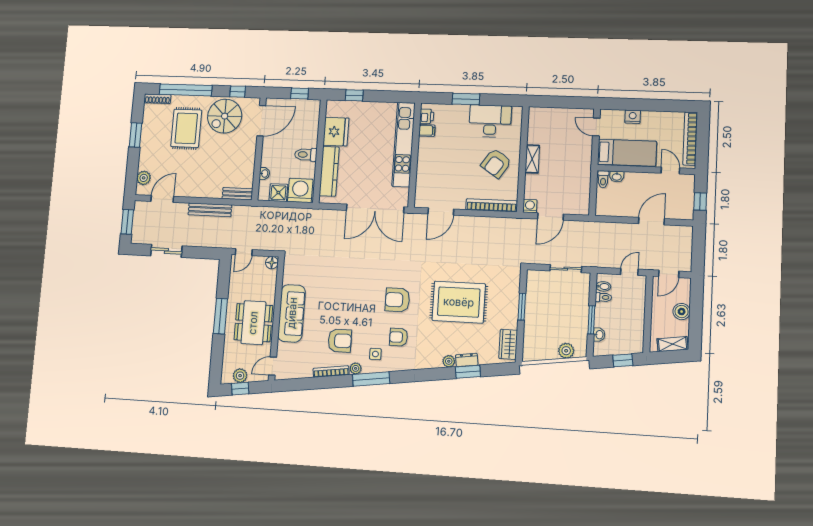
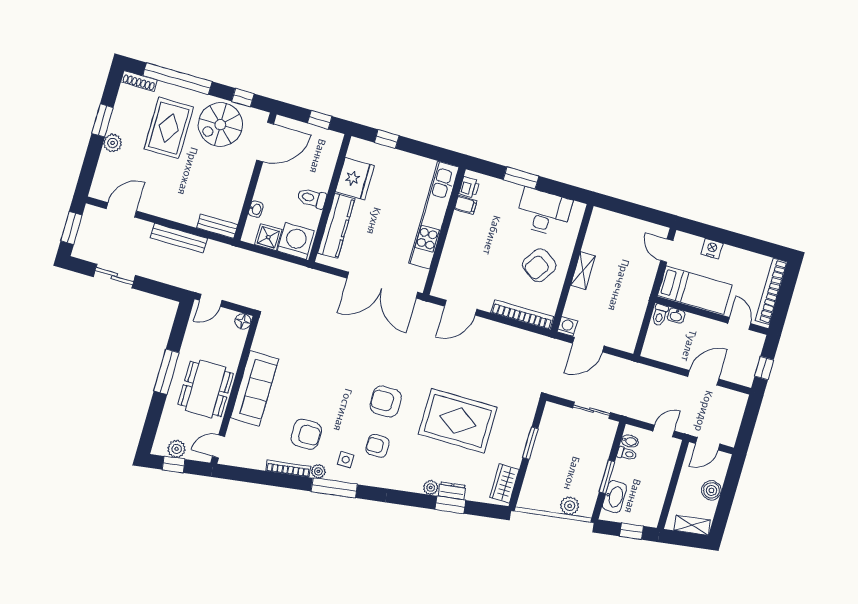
plant: (144, 178) -> (113, 143), moved
washbasin: (599, 335) -> (615, 497), width x1.91, depth x1.45

